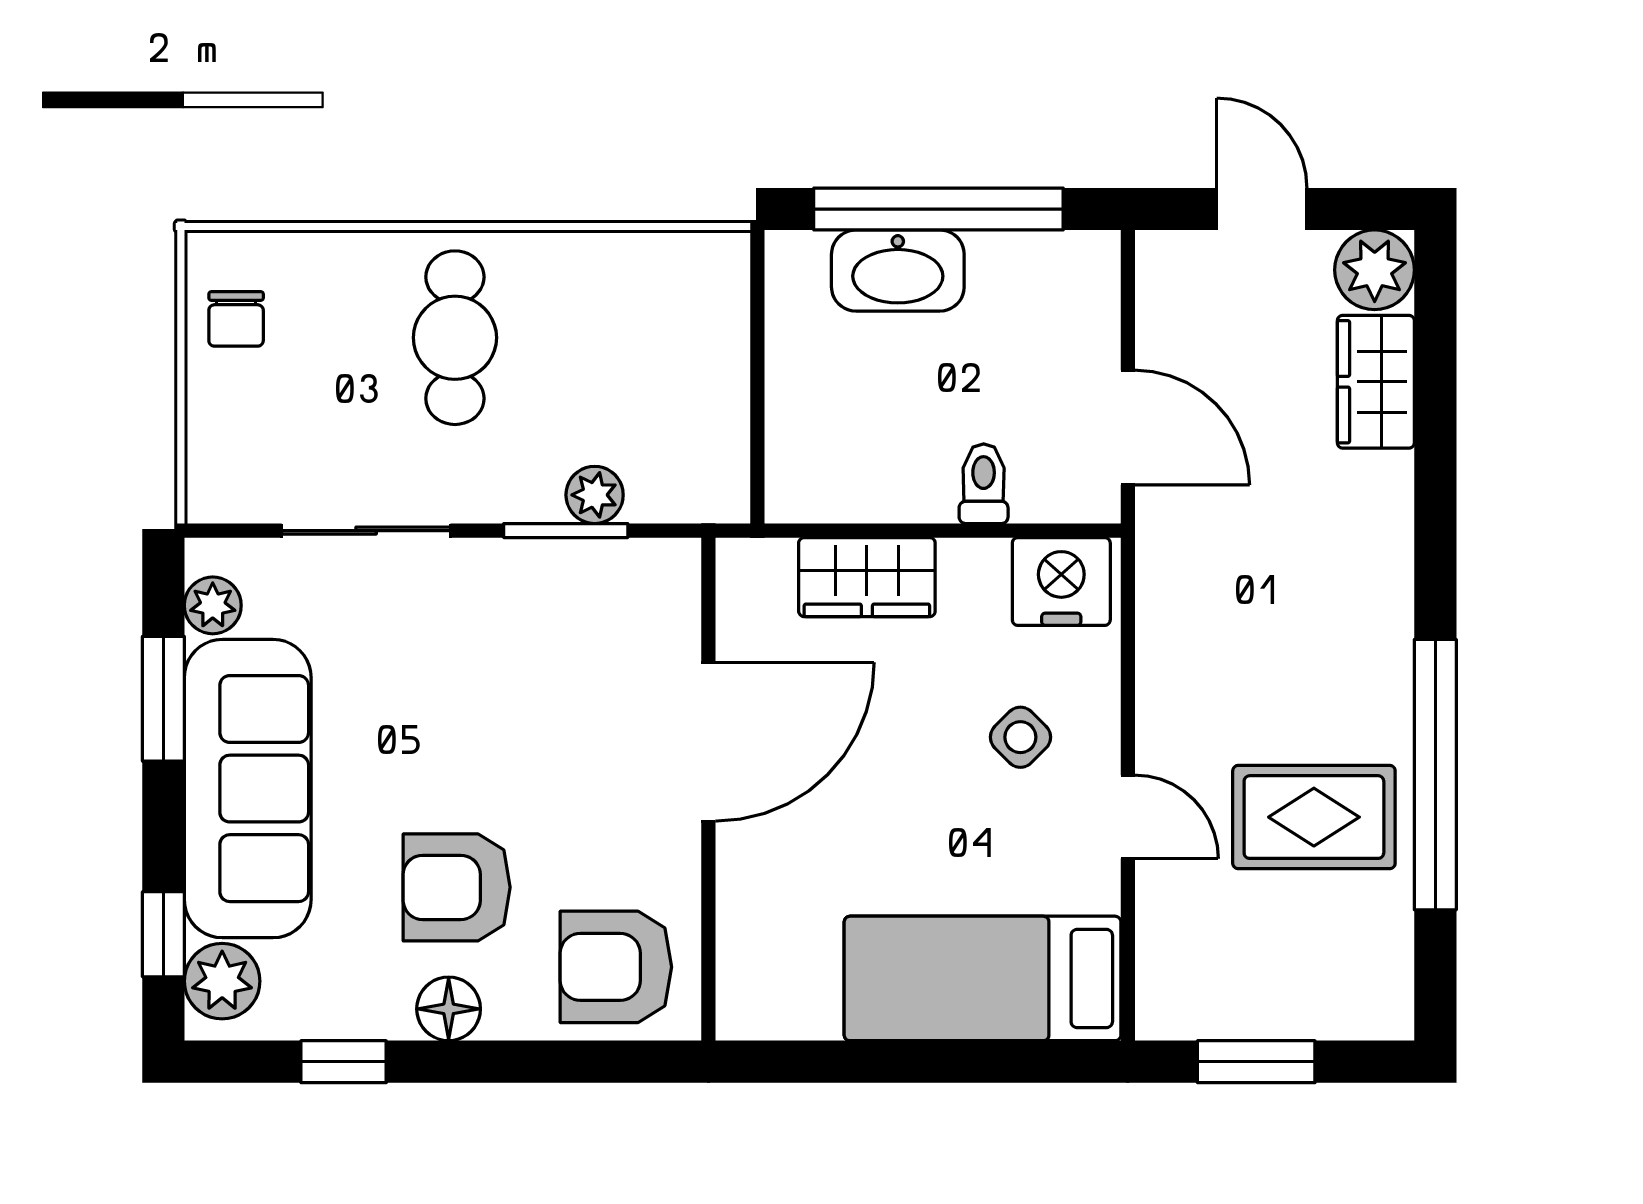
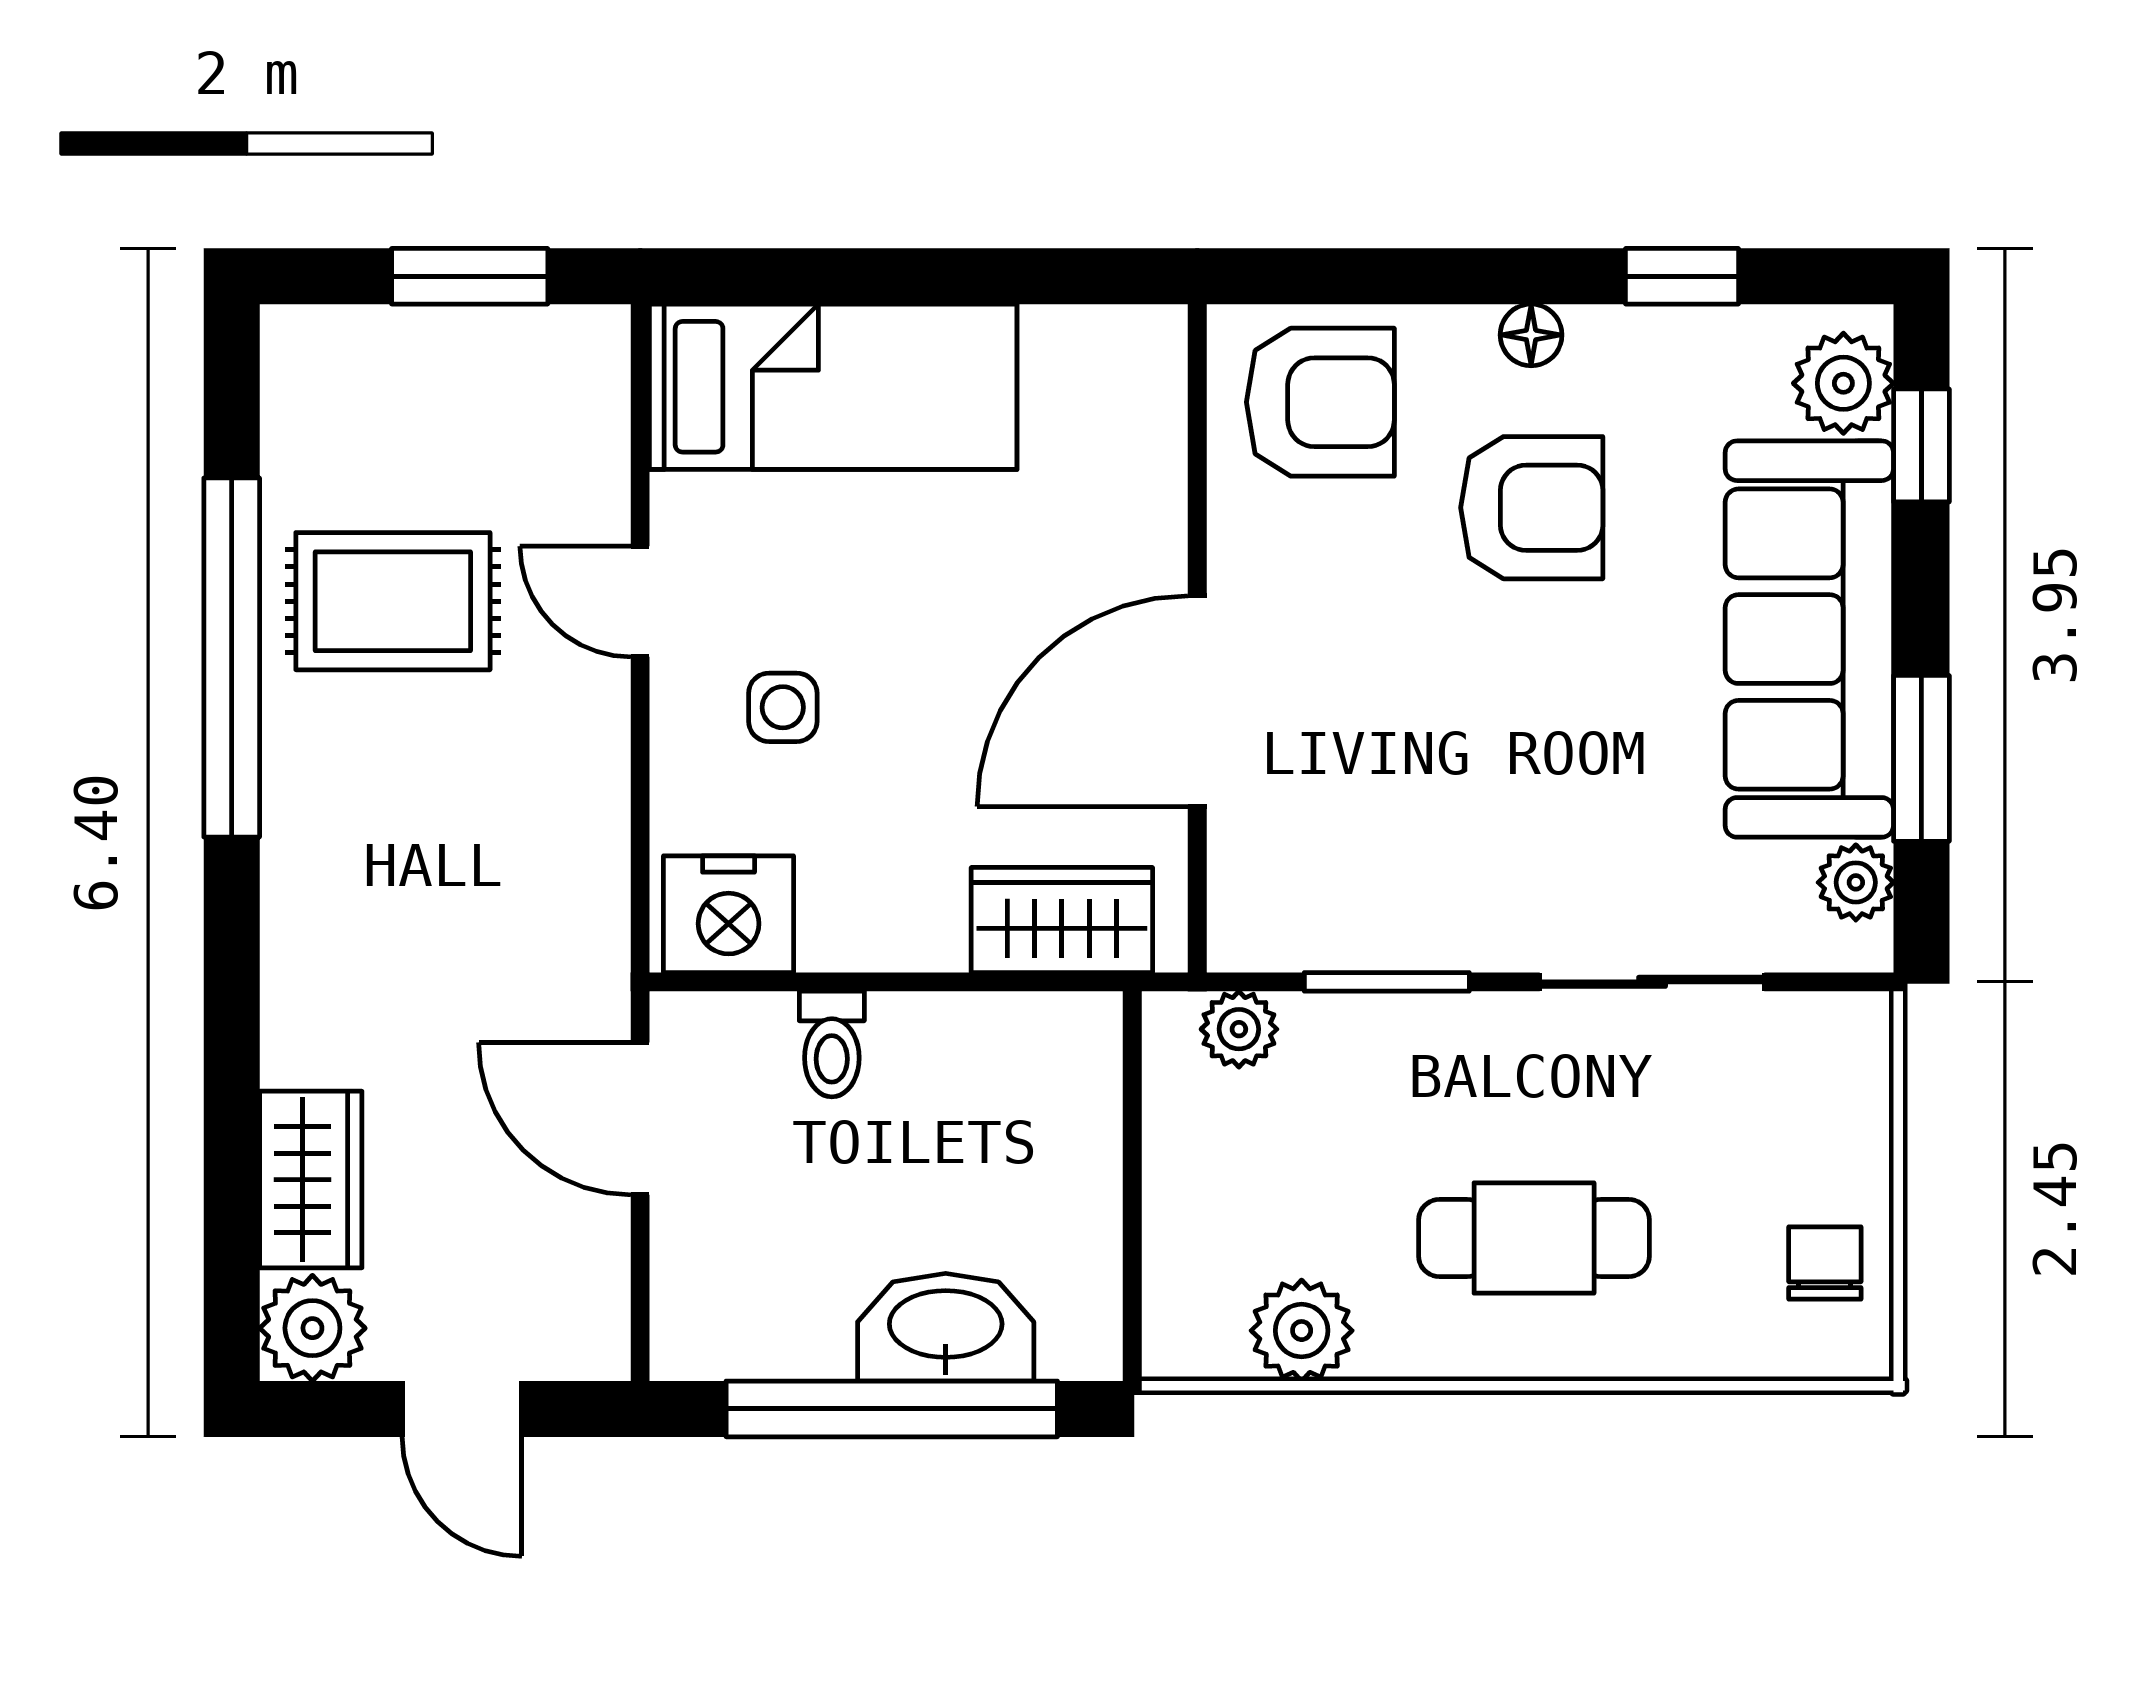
plant: (630, 268) -> (1302, 1331), added
cafe table: (455, 338) -> (1534, 1238), turned 90
plant: (595, 495) -> (1239, 1029), moved
wardrobe: (867, 577) -> (1062, 920), moved
side table: (1020, 737) -> (783, 707), turned 45
floor lamp: (449, 1009) -> (1531, 335), width x0.73, depth x0.73

